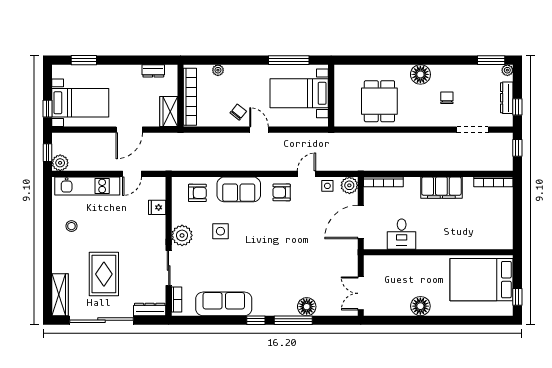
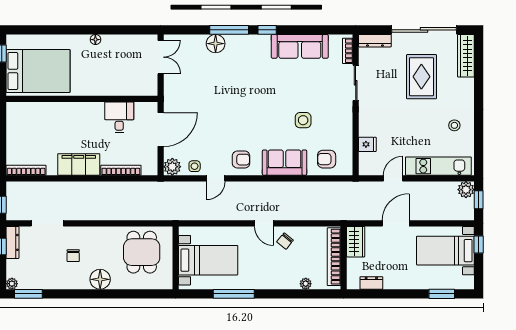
bed with nightstands: (299, 93) -> (208, 260), moved
wall: (331, 96) -> (176, 258), moved
dresser: (507, 98) -> (12, 242), moved
bookcase: (383, 182) -> (121, 170), moved
plant: (182, 235) -> (342, 116), removed
floor lamp: (420, 306) -> (95, 40), width x0.53, depth x0.53

